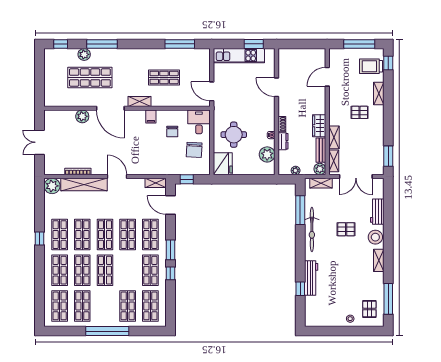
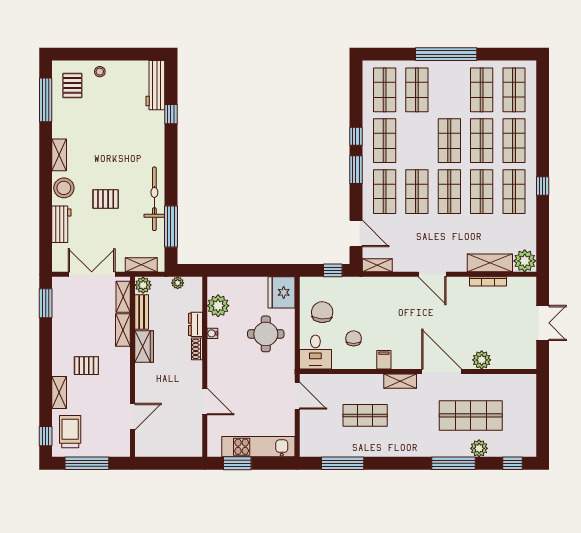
trolley: (371, 66) -> (70, 432), turned -90
shelving: (84, 184) -> (490, 263), width x0.68
workbench: (311, 278) -> (155, 85), moved

